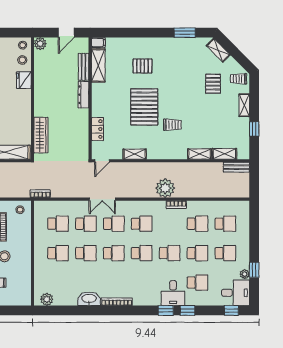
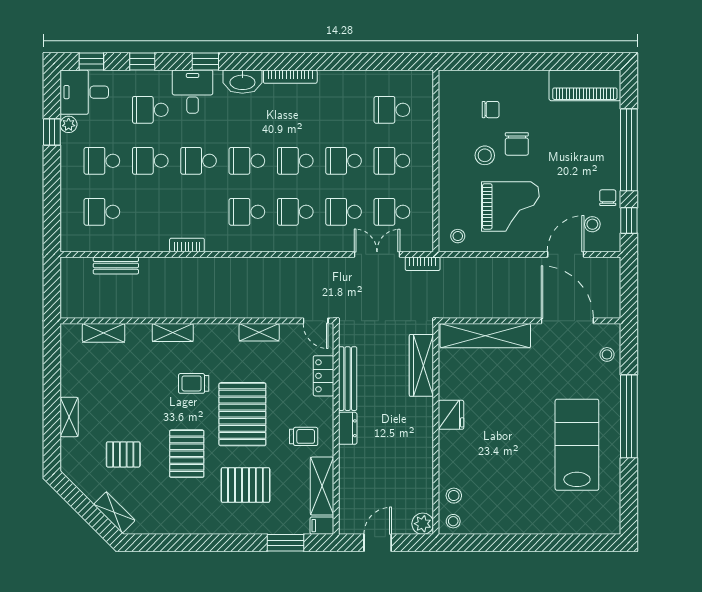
window: (185, 33) -> (286, 543), moved
pallet: (143, 66) -> (245, 485), width x1.50, depth x1.42
bench: (84, 67) -> (348, 379), moved, width x1.36
trolley: (239, 79) -> (304, 436), moved
fridge: (24, 80) -> (451, 415), moved
pallet: (176, 84) -> (187, 454), added
pallet: (213, 84) -> (123, 454), turned 90
dresser: (83, 95) -> (348, 428), width x0.70
window: (254, 129) -> (52, 376), removed
shelving: (199, 154) -> (173, 333), moved
door: (102, 161) -> (316, 321), swing flipped
bench: (236, 167) -> (116, 265), moved
plant: (165, 188) -> (206, 273), removed
double door: (102, 199) -> (377, 254), moved
school desk: (197, 224) -> (392, 110), moved
plant: (47, 299) -> (411, 81), removed
washbasin: (89, 299) -> (242, 82), moved
window: (187, 310) -> (142, 61), moved

